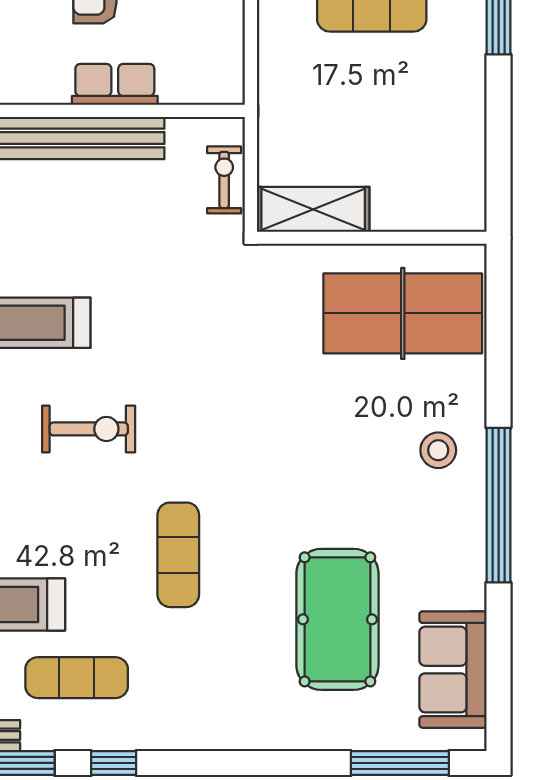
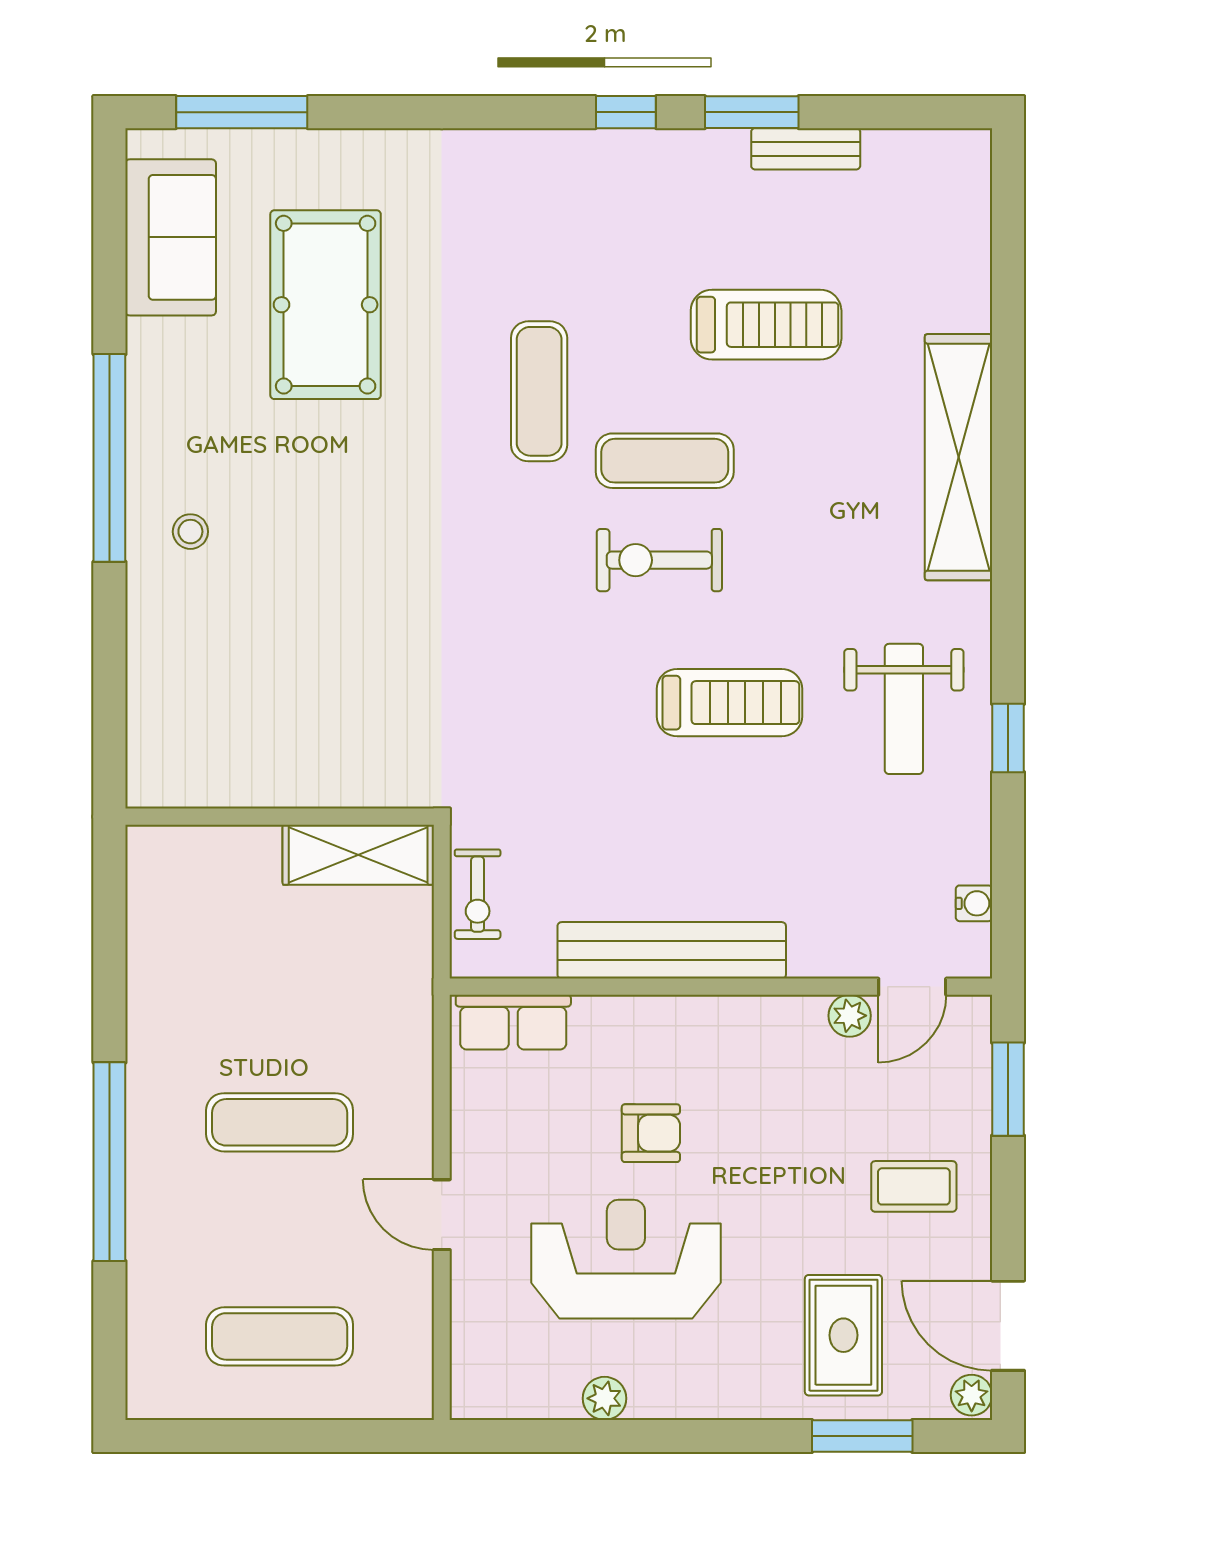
row of seats: (115, 84) -> (513, 1022), moved
table tennis table: (403, 313) -> (238, 715), removed
stool: (438, 450) -> (190, 532), width x0.73, depth x0.73
exercise mat: (77, 678) -> (665, 461), moved

